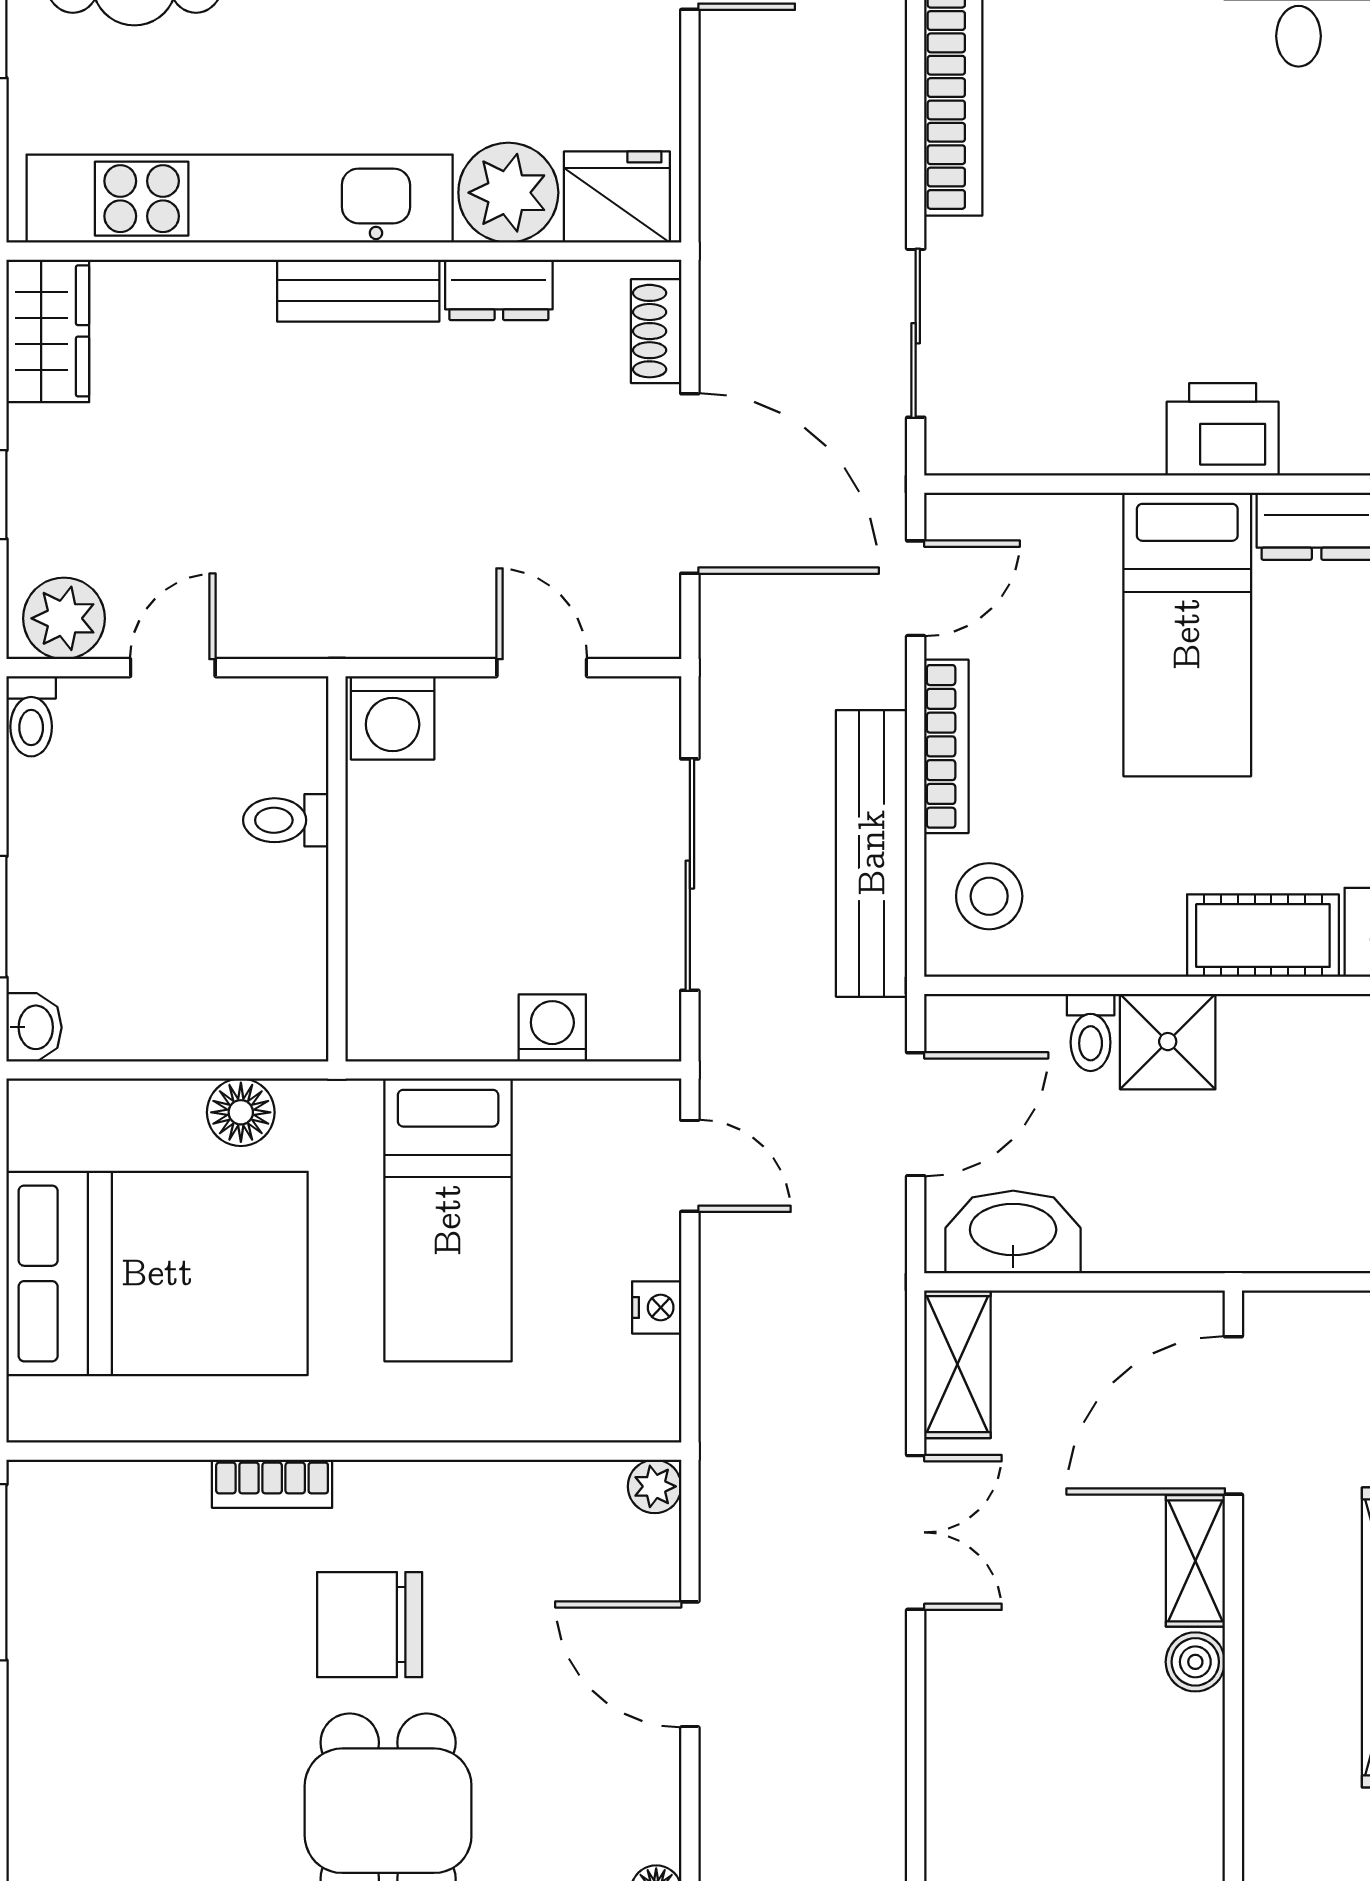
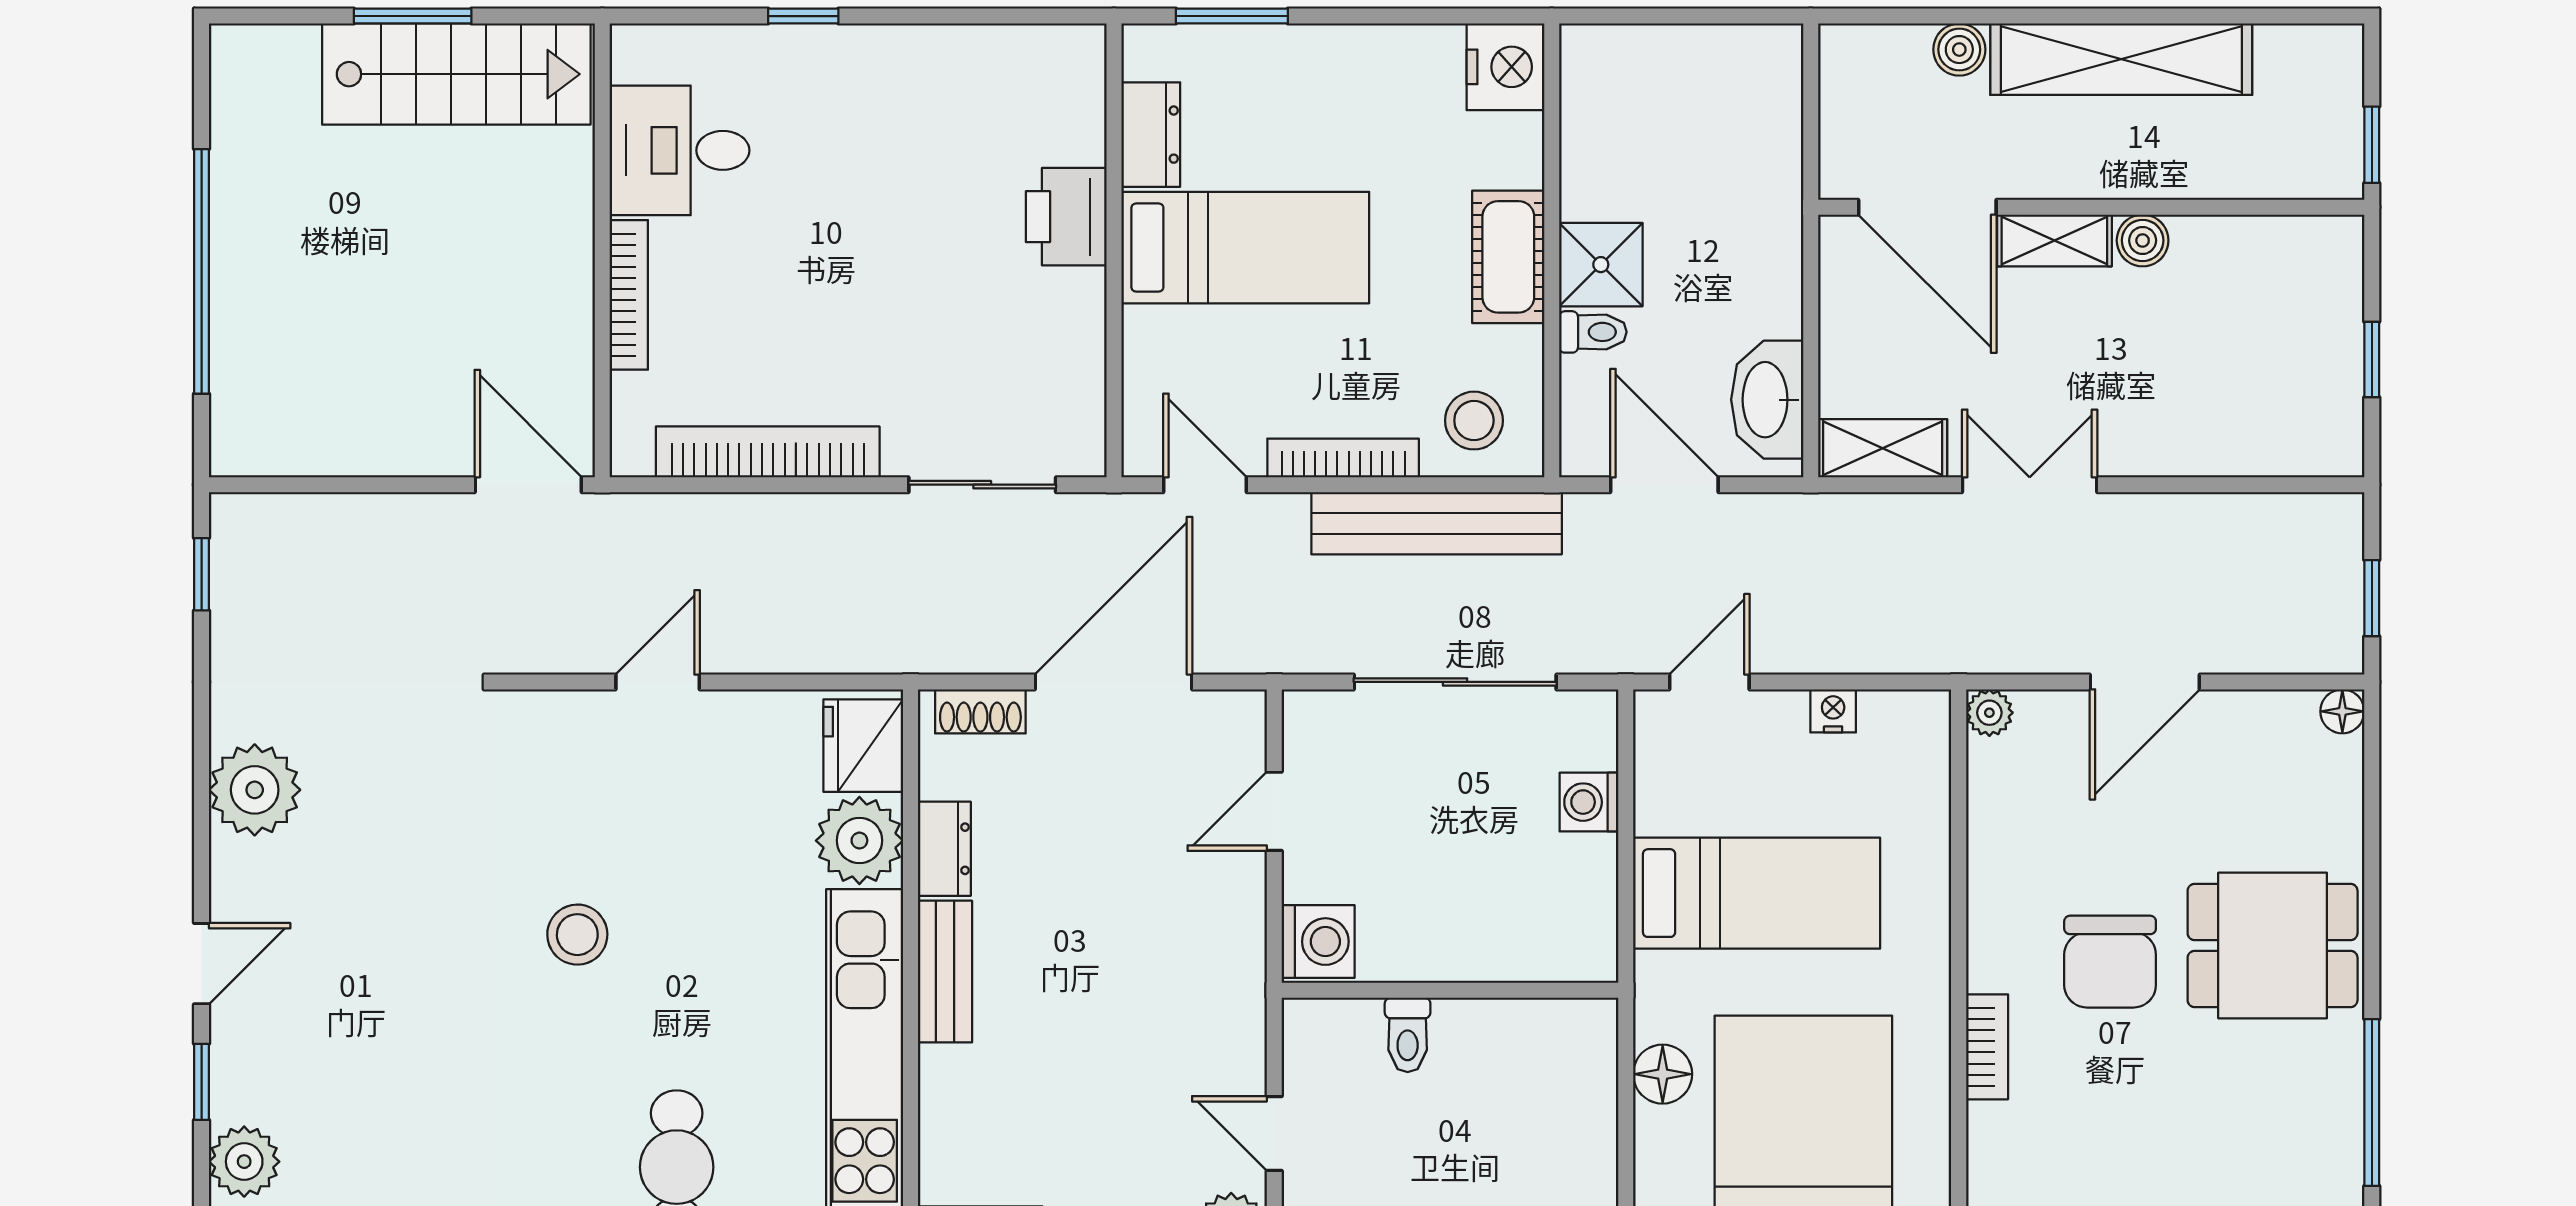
cot: (1263, 936) -> (1508, 257), moved

